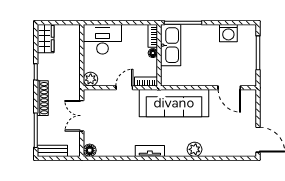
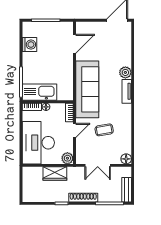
wardrobe: (46, 39) -> (55, 174), moved, turned 180
desk: (102, 39) -> (38, 143), width x1.36, depth x1.30
door: (124, 88) -> (75, 130), swing flipped
coffee table: (125, 124) -> (104, 130), added
tv unit: (150, 151) -> (127, 91), moved

